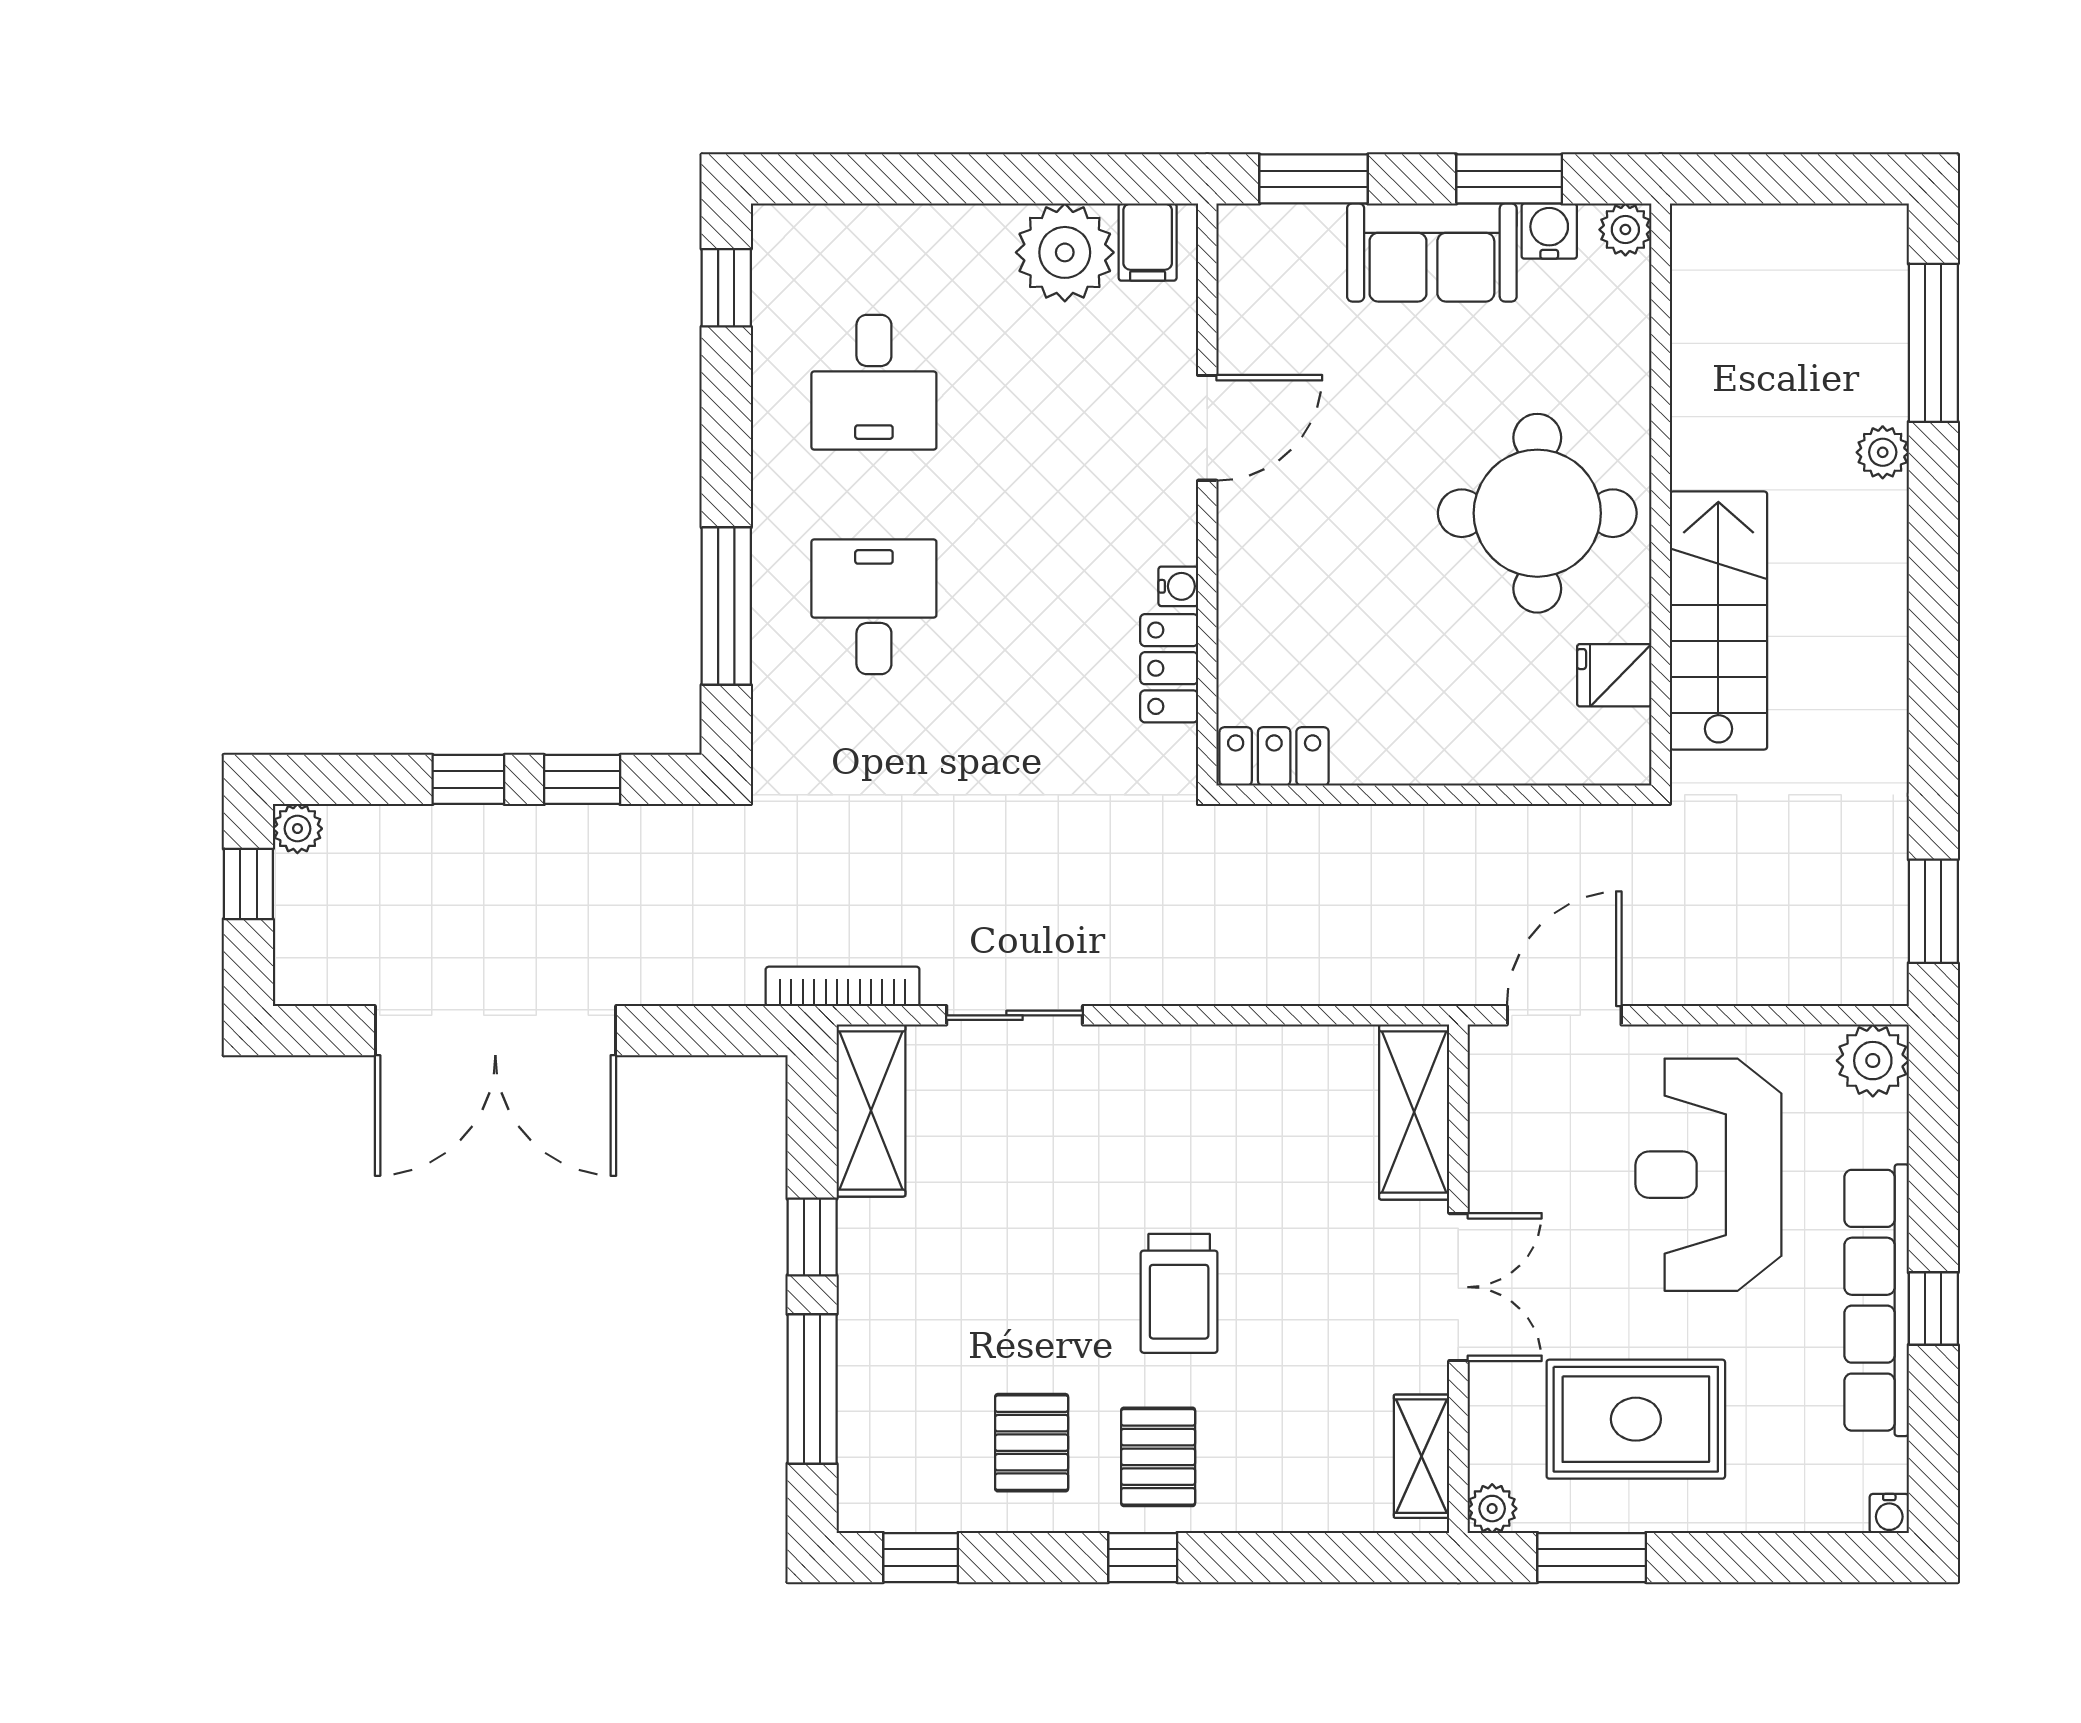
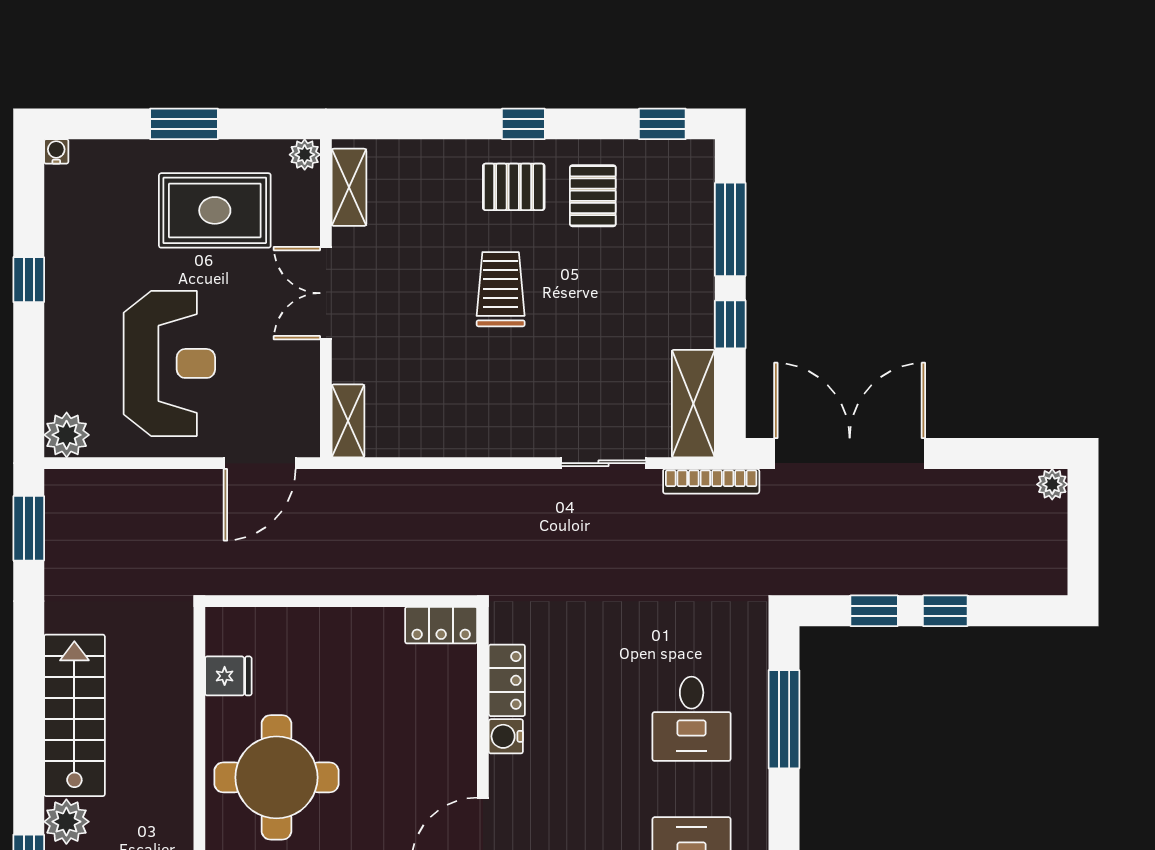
plant: (1883, 452) -> (66, 822), width x1.38, depth x1.38
water cooler: (1178, 586) -> (506, 736), width x1.38, depth x1.38
stairs: (1718, 621) -> (74, 715), moved, turned 180
plant: (297, 829) -> (1052, 484), moved
window: (248, 884) -> (1083, 545), removed
double door: (495, 1031) -> (850, 454), moved
shelving: (1414, 1112) -> (348, 421), width x0.67, depth x0.75
row of seats: (1877, 1300) -> (64, 285), removed
pallet: (1158, 1457) -> (514, 187), turned 90
window: (1592, 1558) -> (184, 124), moved

